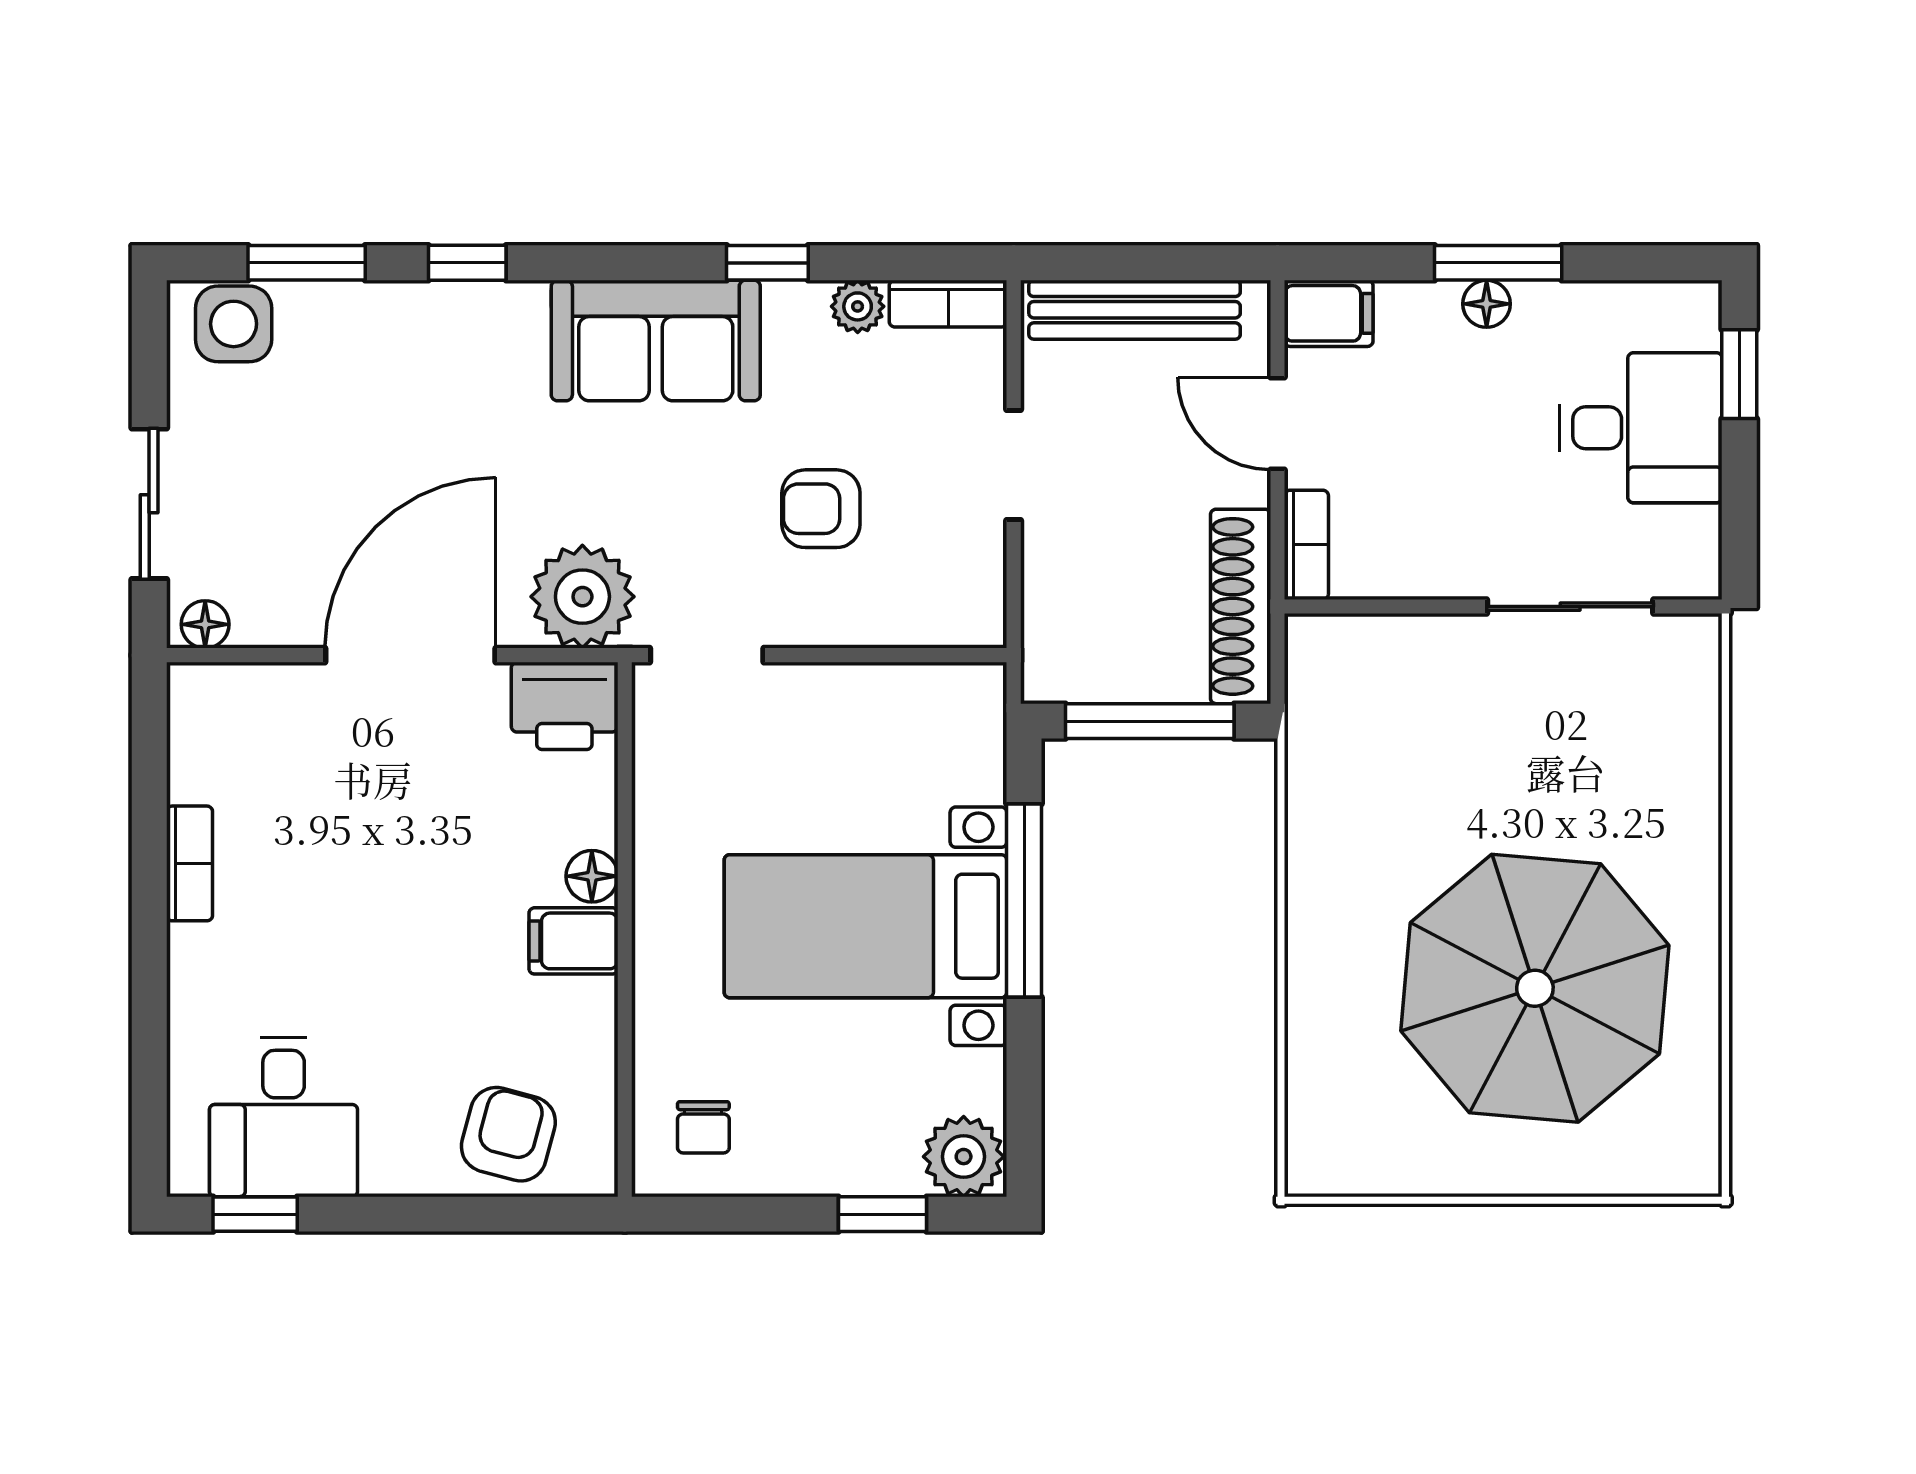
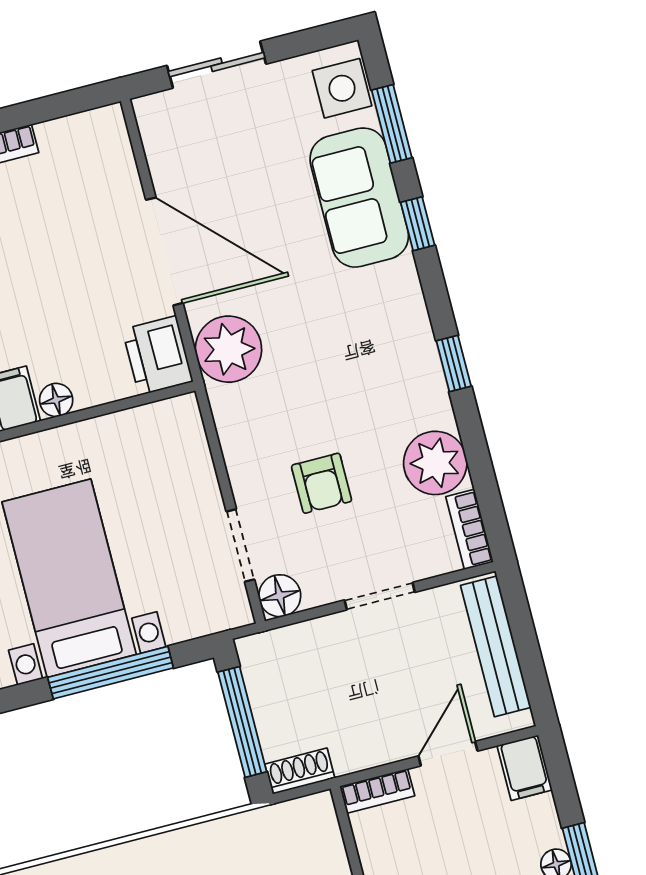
window: (767, 263) -> (454, 363), moved
plant: (858, 306) -> (435, 463), width x1.88, depth x1.88
sofa: (656, 341) -> (359, 198), moved
armchair: (821, 509) -> (322, 483), turned 180
shoe rack: (1241, 606) -> (300, 771), width x0.51, depth x0.81
floor lamp: (205, 624) -> (280, 596), moved, width x1.37, depth x1.37
doorway: (707, 655) -> (240, 545), moved

